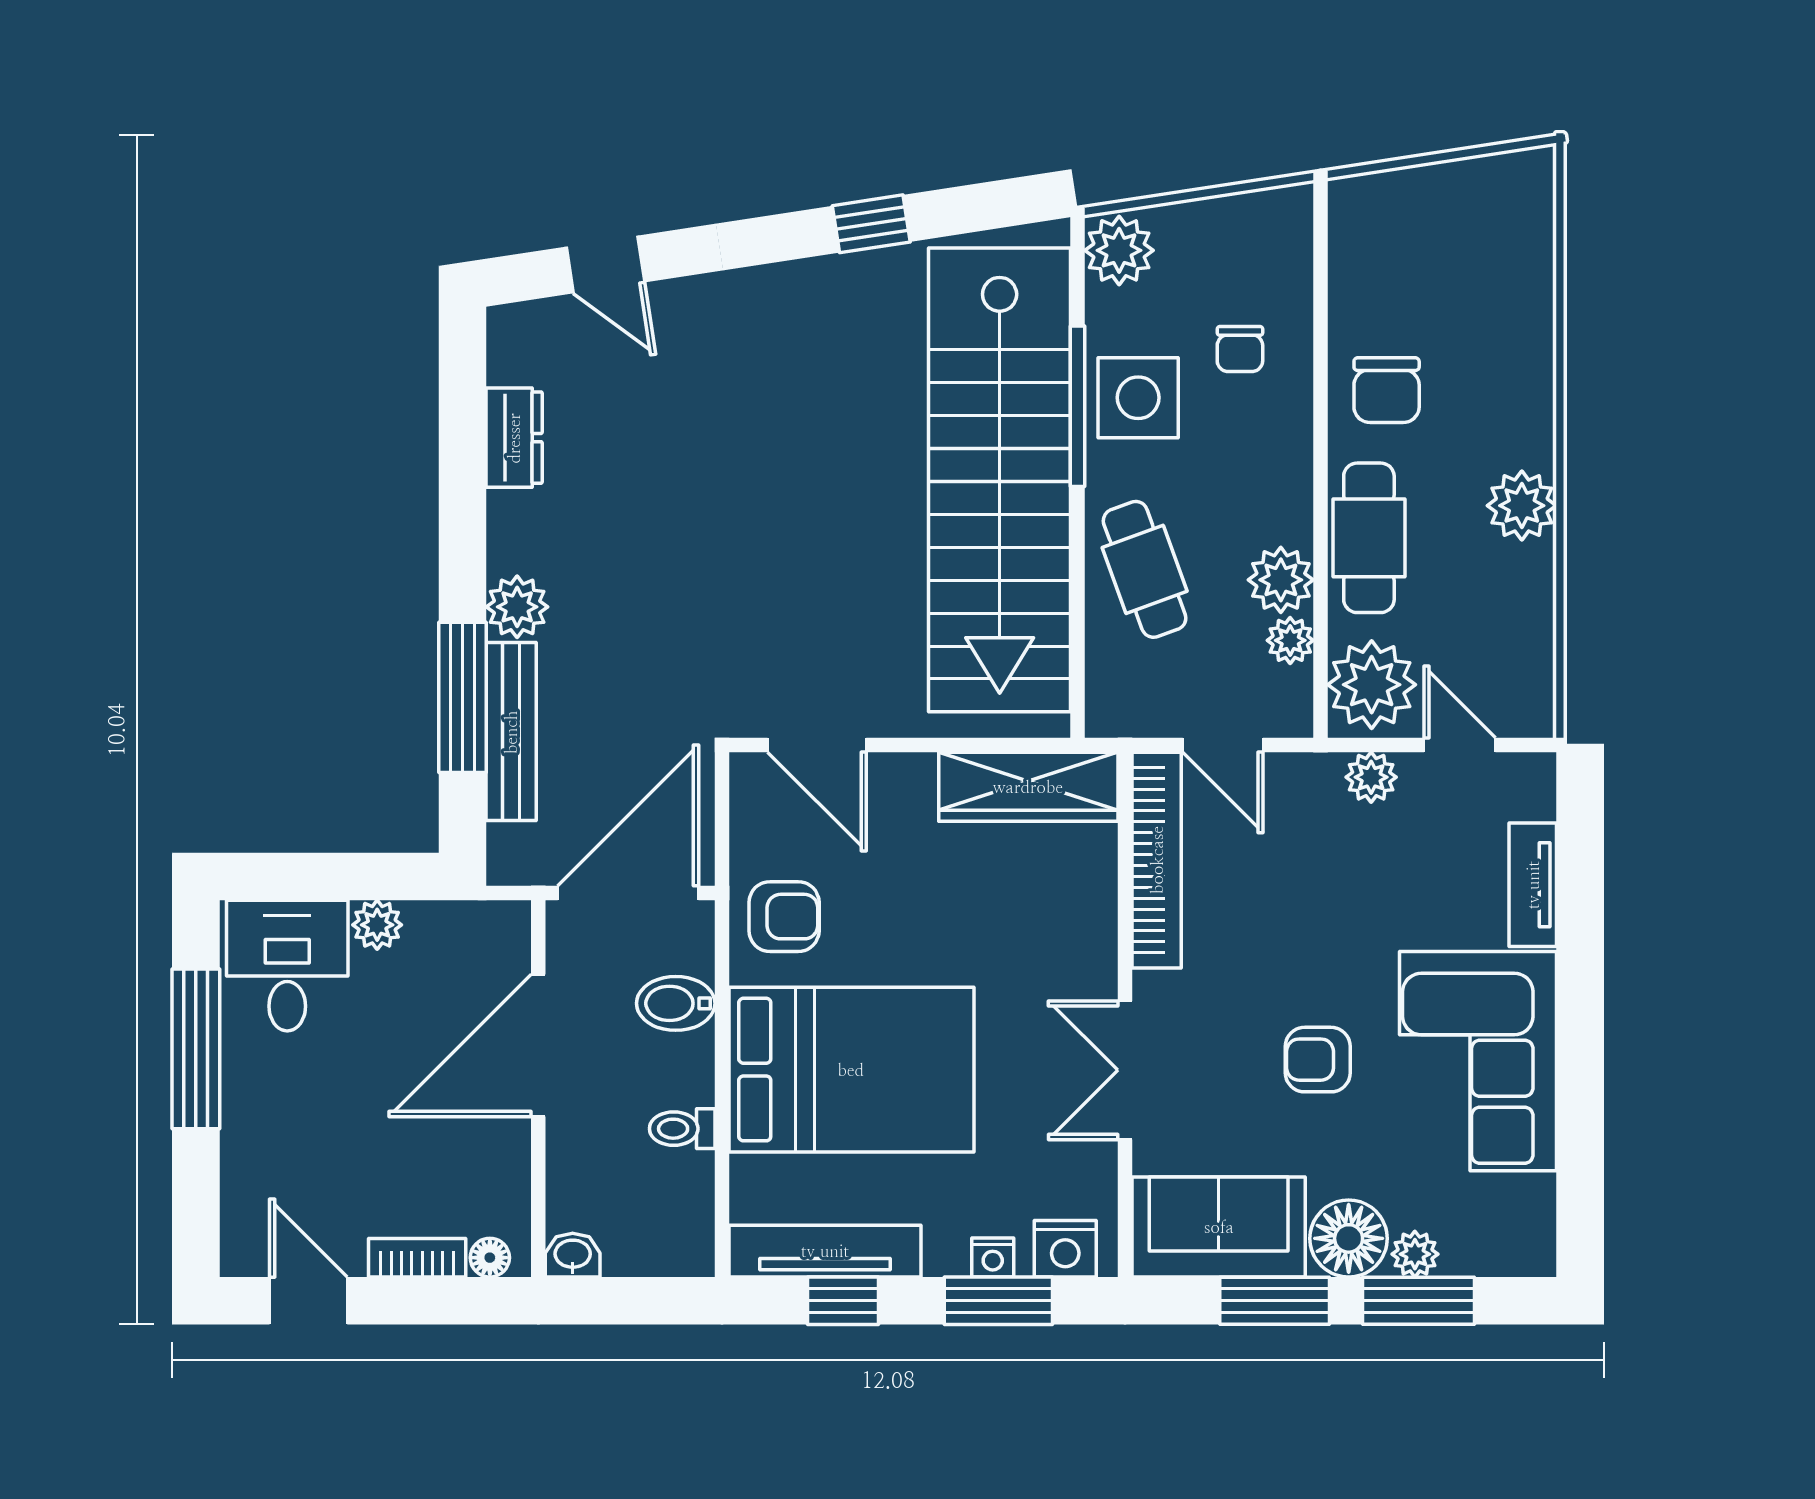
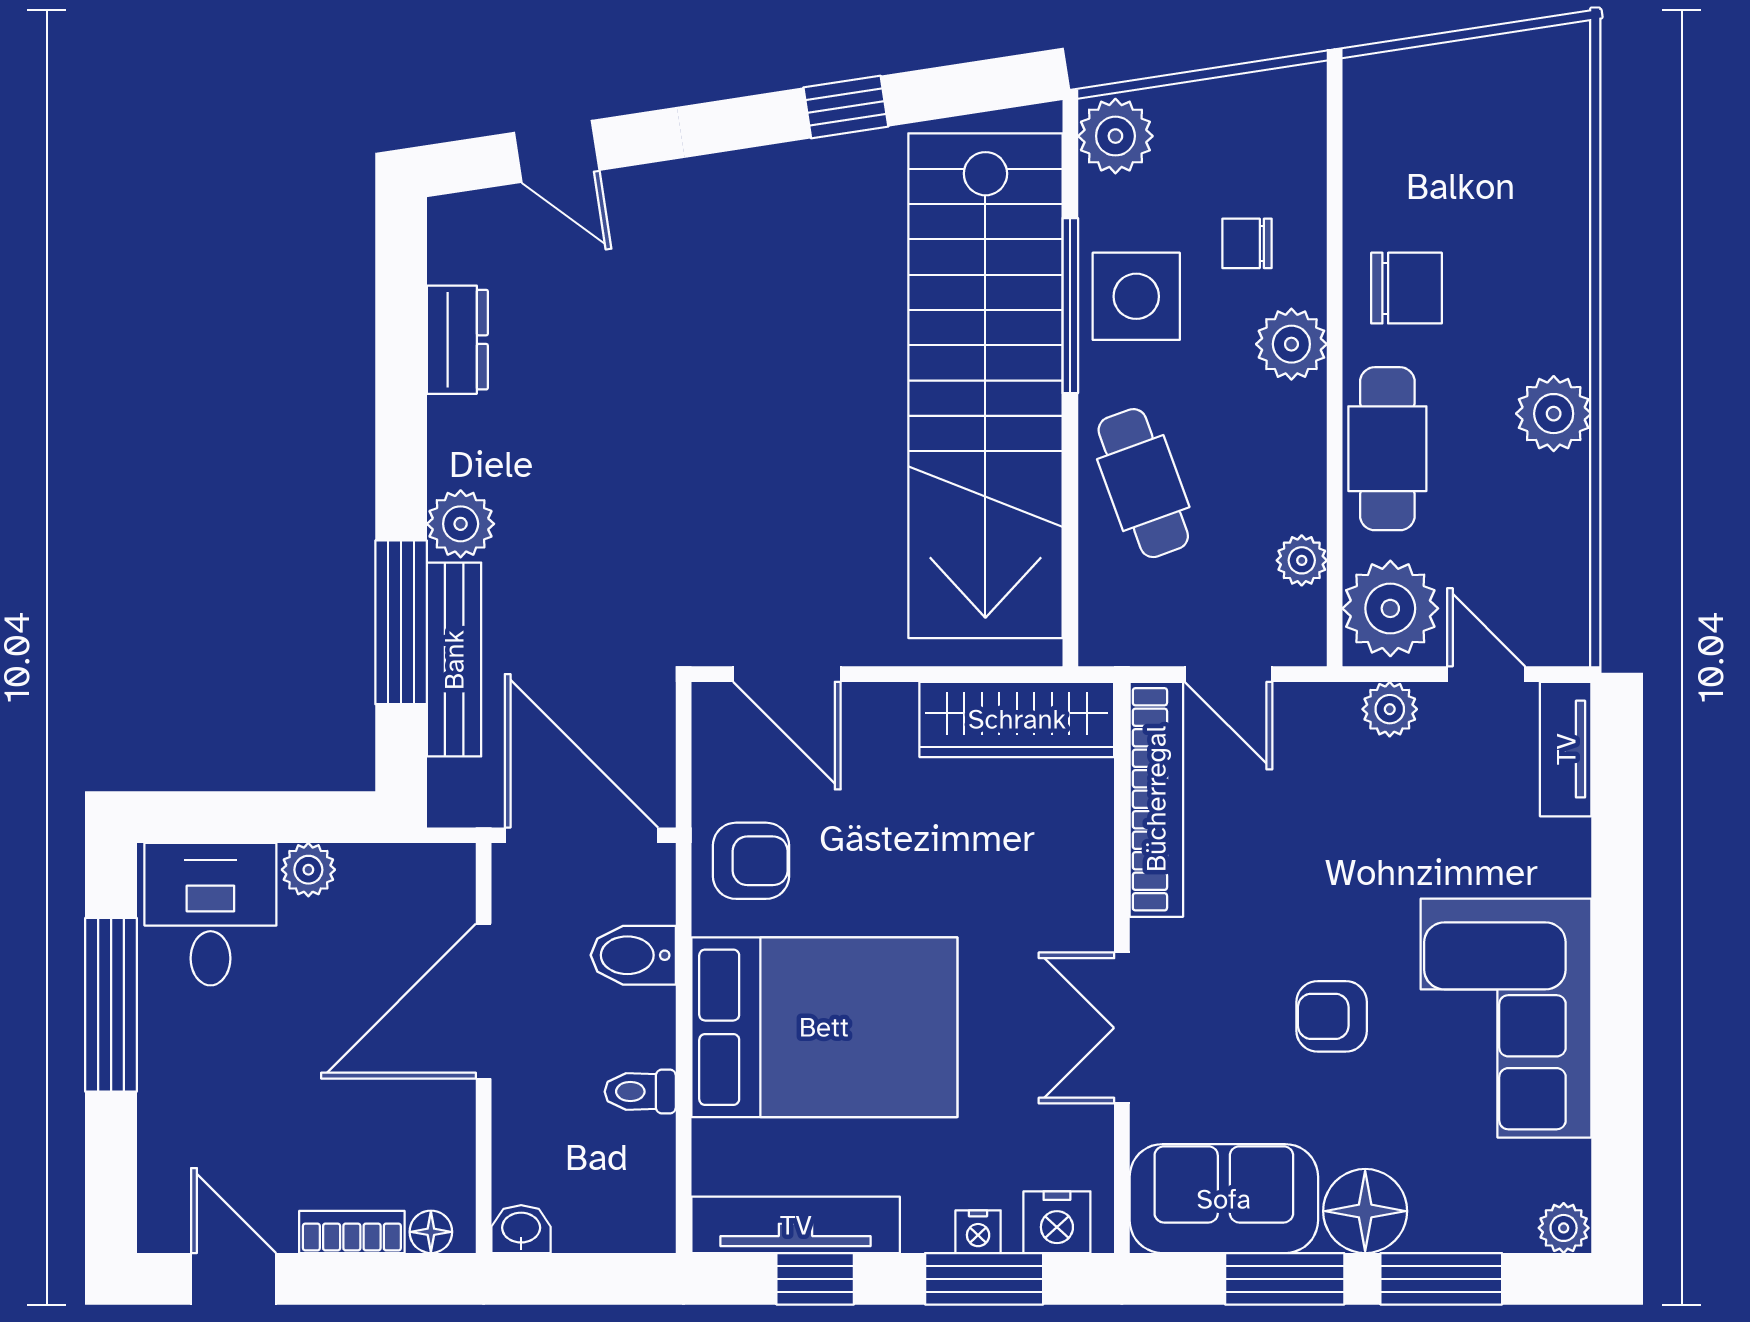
chair: (1240, 349) -> (1247, 243), turned 90
chair: (1387, 390) -> (1407, 288), turned -90
plant: (1281, 580) -> (1291, 344), moved
tv unit: (1533, 885) -> (1566, 749), moved
door: (628, 893) -> (581, 835), hinge flipped
plant: (1415, 1254) -> (1564, 1228), moved

